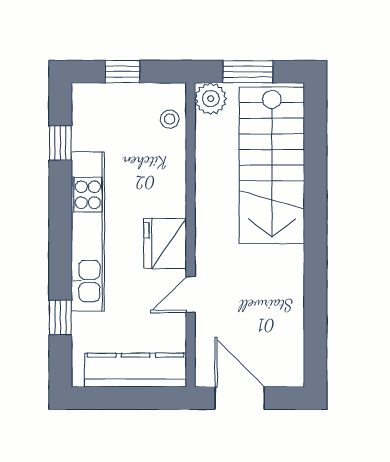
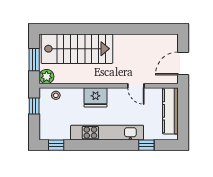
window: (122, 72) -> (34, 106), moved
window: (60, 143) -> (56, 145), moved
fridge: (165, 243) -> (96, 97), moved

